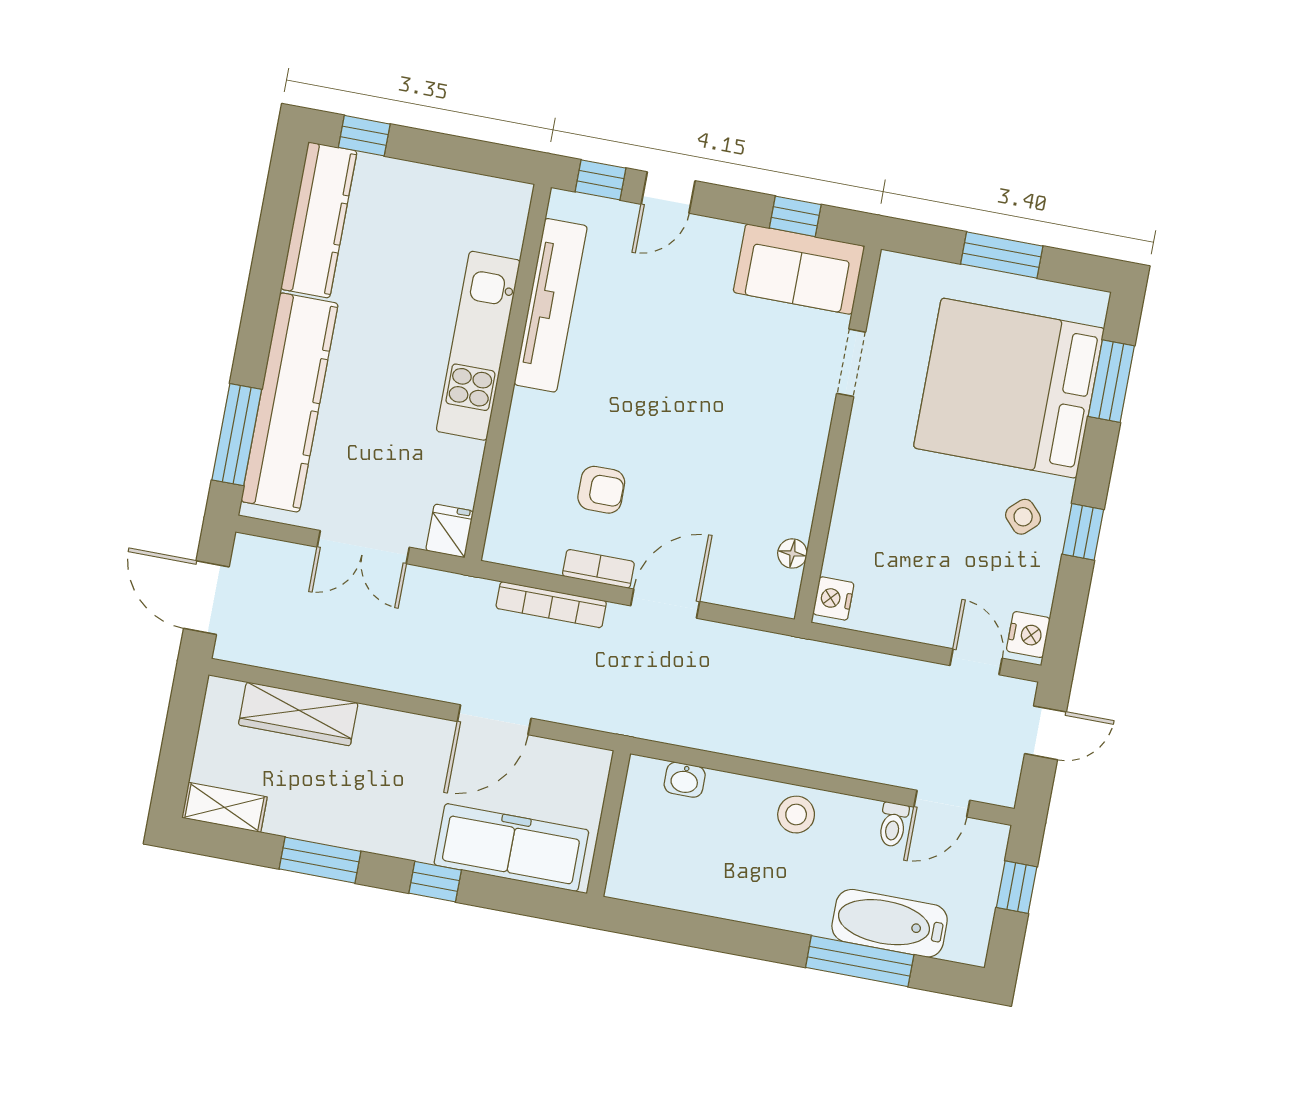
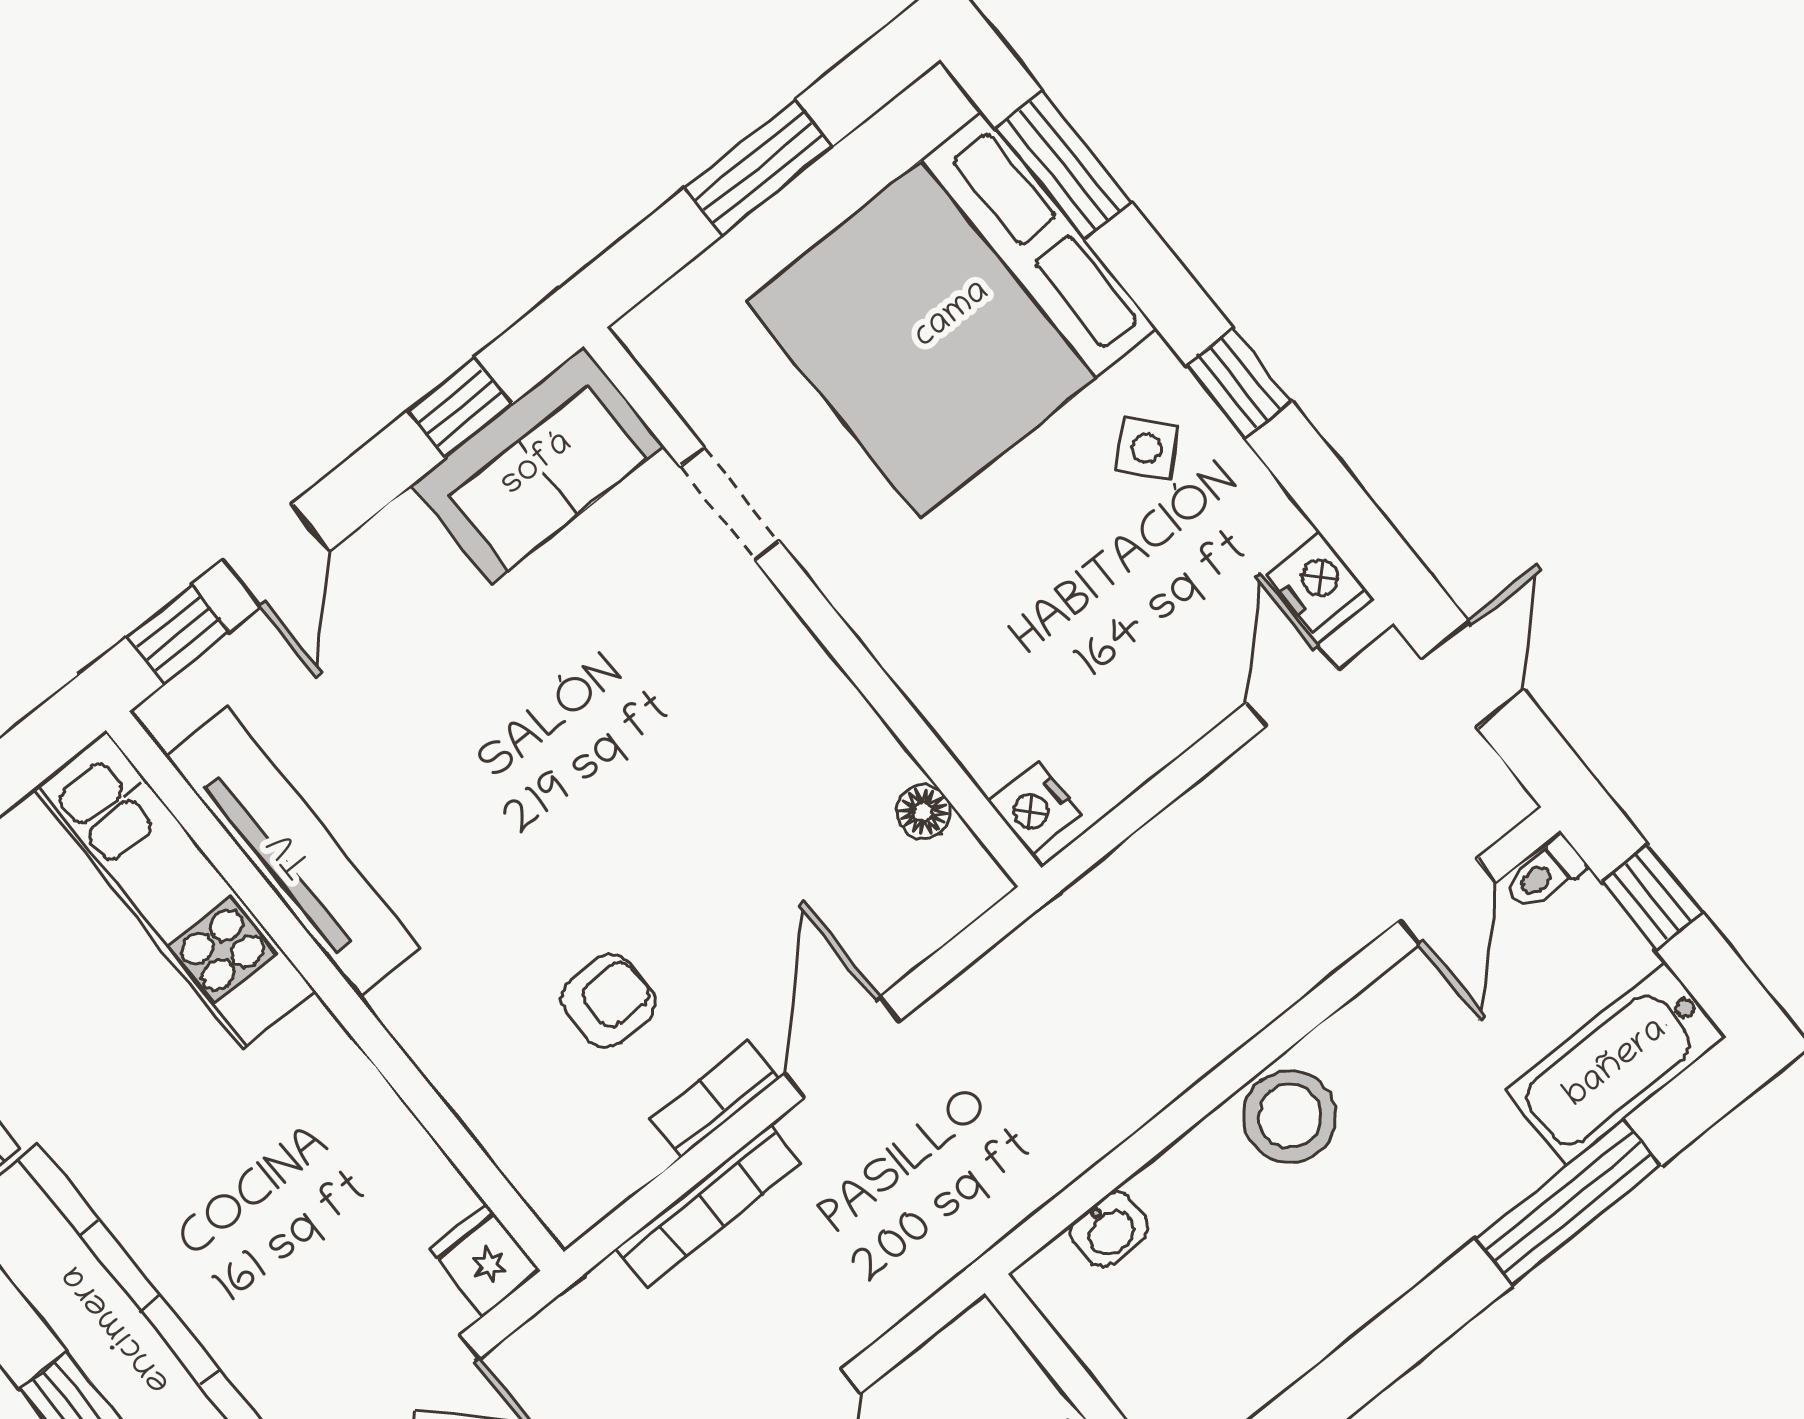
kitchen unit: (478, 346) -> (174, 890), moved
door: (976, 662) -> (1292, 686), hinge flipped
stool: (796, 815) -> (1290, 1116), width x1.38, depth x1.38
toilet: (893, 825) -> (1545, 873), moved, turned 90
bathtub: (890, 923) -> (1616, 1064), moved

